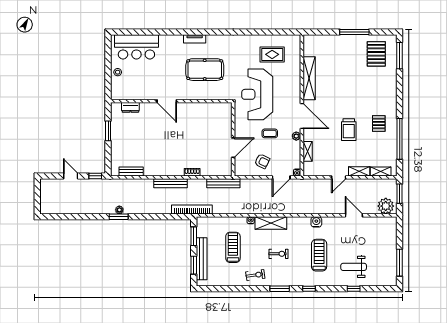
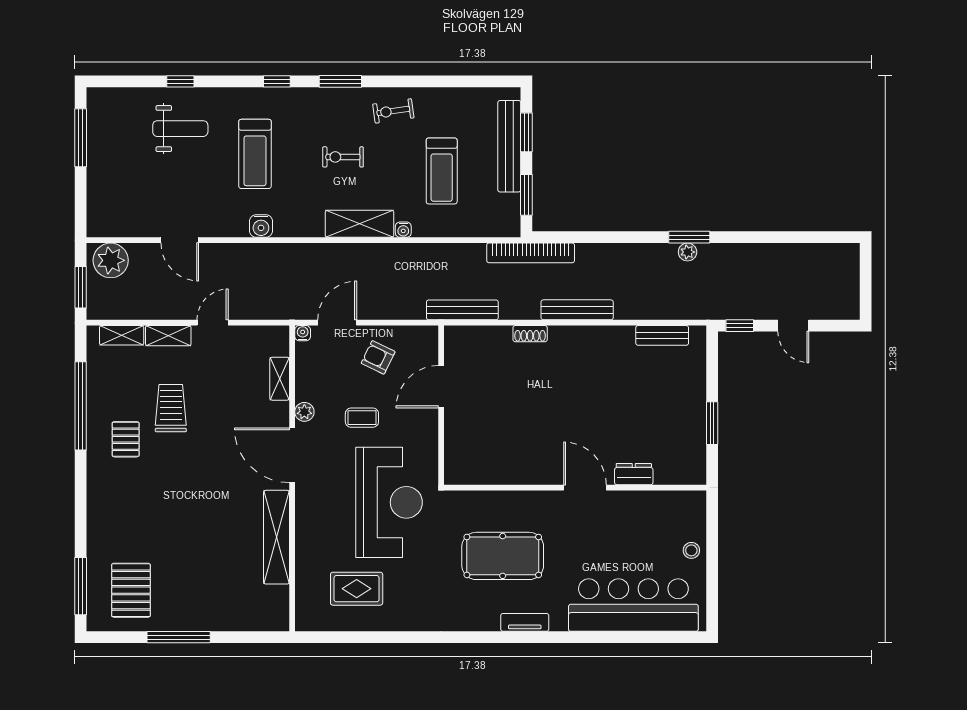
bar counter: (136, 47) -> (633, 605), width x1.36
dresser: (130, 107) -> (634, 474), moved
trolley: (349, 130) -> (171, 408), moved

